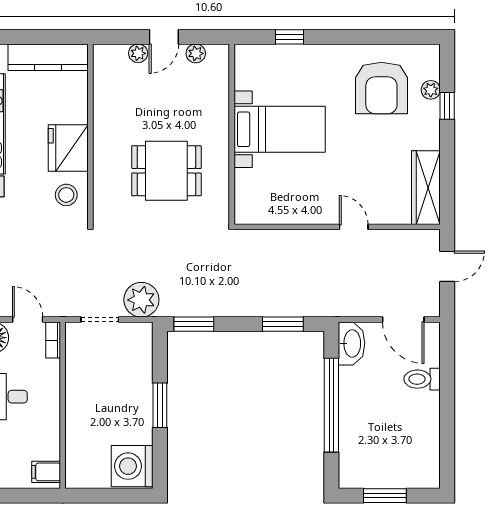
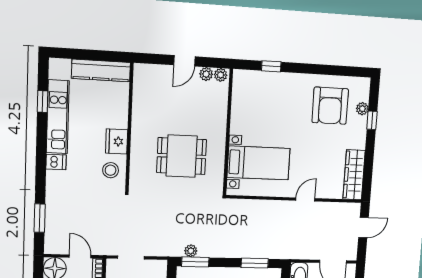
plant: (138, 53) -> (221, 75), moved
bed with nightstands: (280, 129) -> (259, 163), moved
fridge: (68, 148) -> (117, 141), width x0.73, depth x0.75
door: (354, 227) -> (305, 199), hinge flipped
plant: (141, 300) -> (191, 251), moved, width x0.53, depth x0.53

